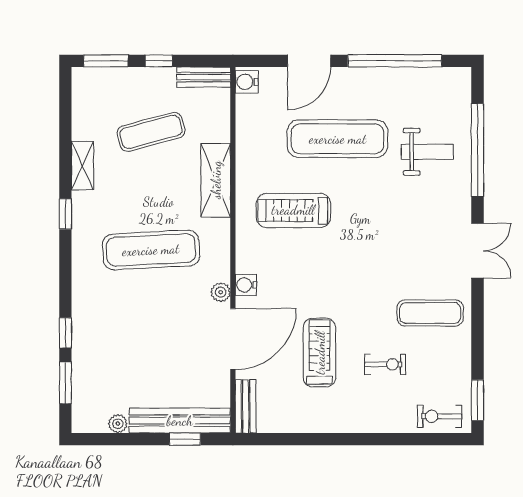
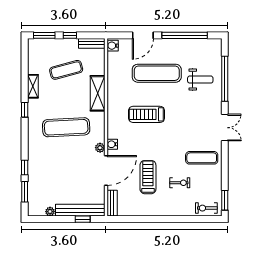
treadmill: (293, 210) -> (147, 114), moved

